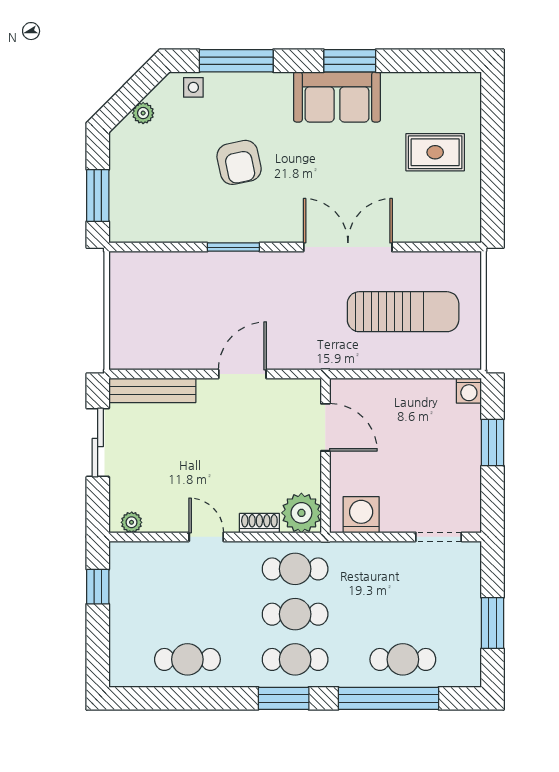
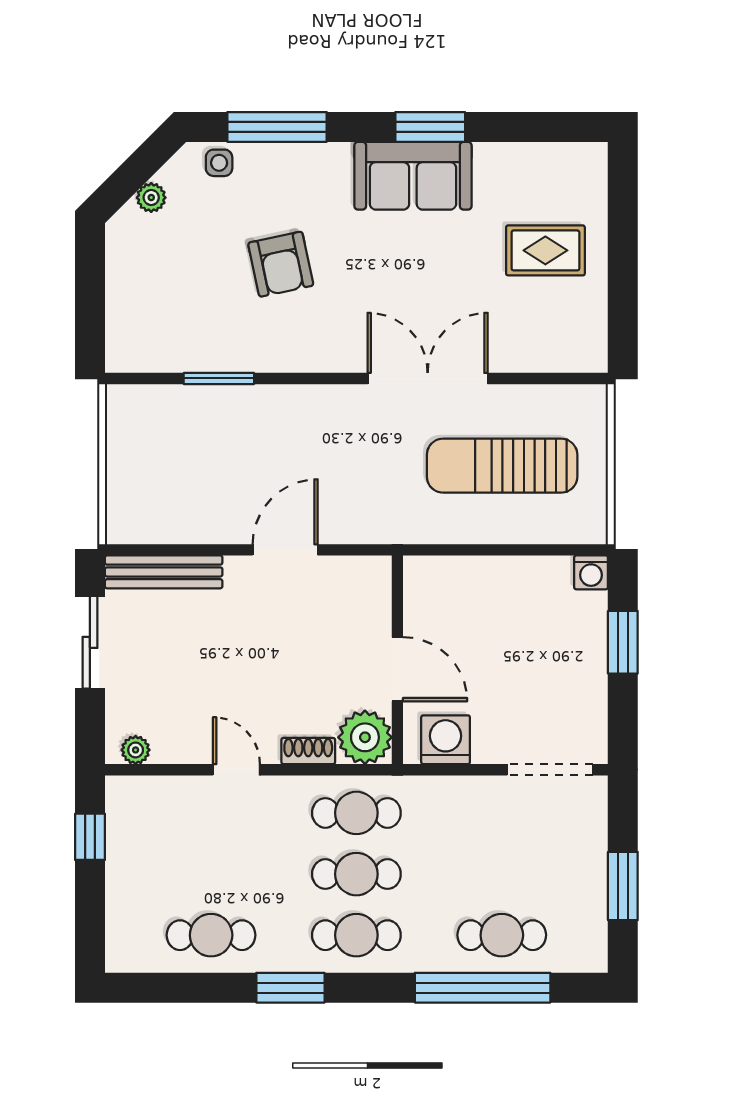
window: (98, 196) -> (90, 309), removed
window: (233, 247) -> (219, 378), moved
sun lounger: (403, 312) -> (502, 466), turned 180
door: (325, 427) -> (397, 669), moved
doorway: (439, 537) -> (550, 770), width x1.38
window: (284, 698) -> (290, 988), moved

